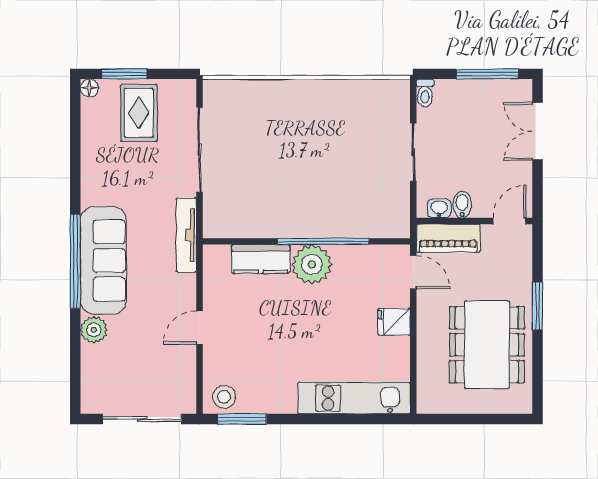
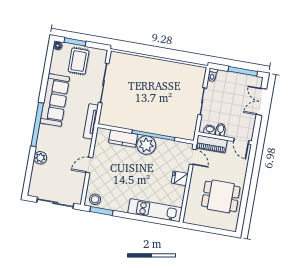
door: (510, 221) -> (241, 141), swing flipped
sofa: (103, 260) -> (55, 100), moved
window: (537, 306) -> (247, 182), removed
dining table: (487, 345) -> (221, 196), width x0.73

